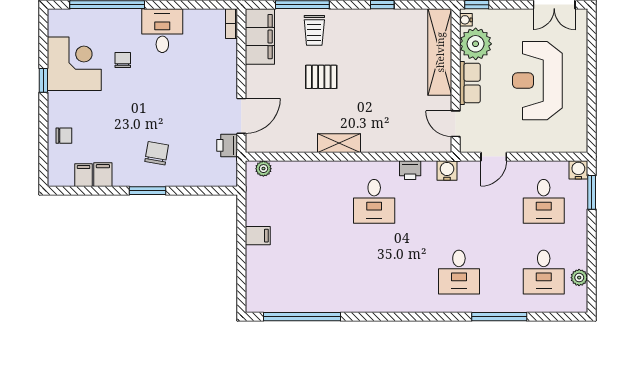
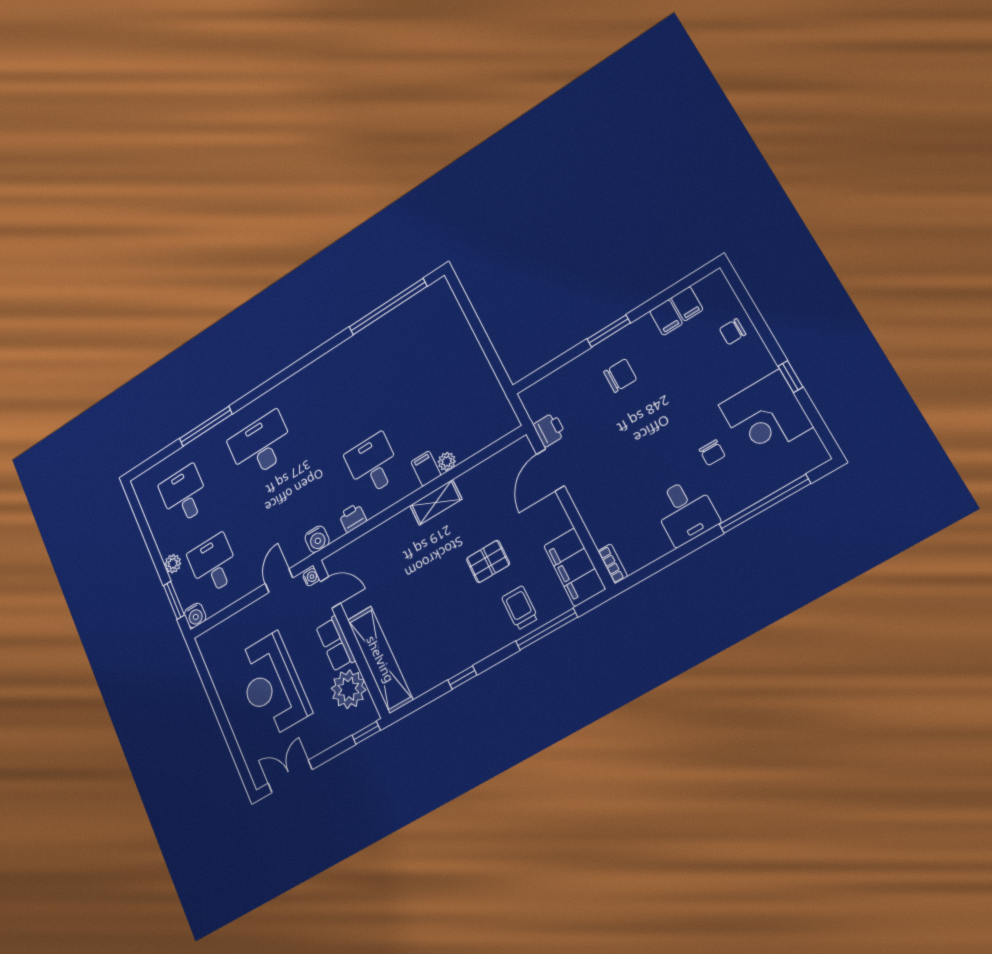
water cooler: (466, 20) -> (311, 577), moved
reception desk: (537, 81) -> (272, 685), turned 180
chair: (157, 153) -> (620, 376), turned -100
plant: (263, 169) -> (447, 462), moved
filing cabinet: (258, 236) -> (426, 469), moved, turned 90
desk: (459, 272) -> (261, 445), width x1.37
plant: (579, 278) -> (173, 564), moved

